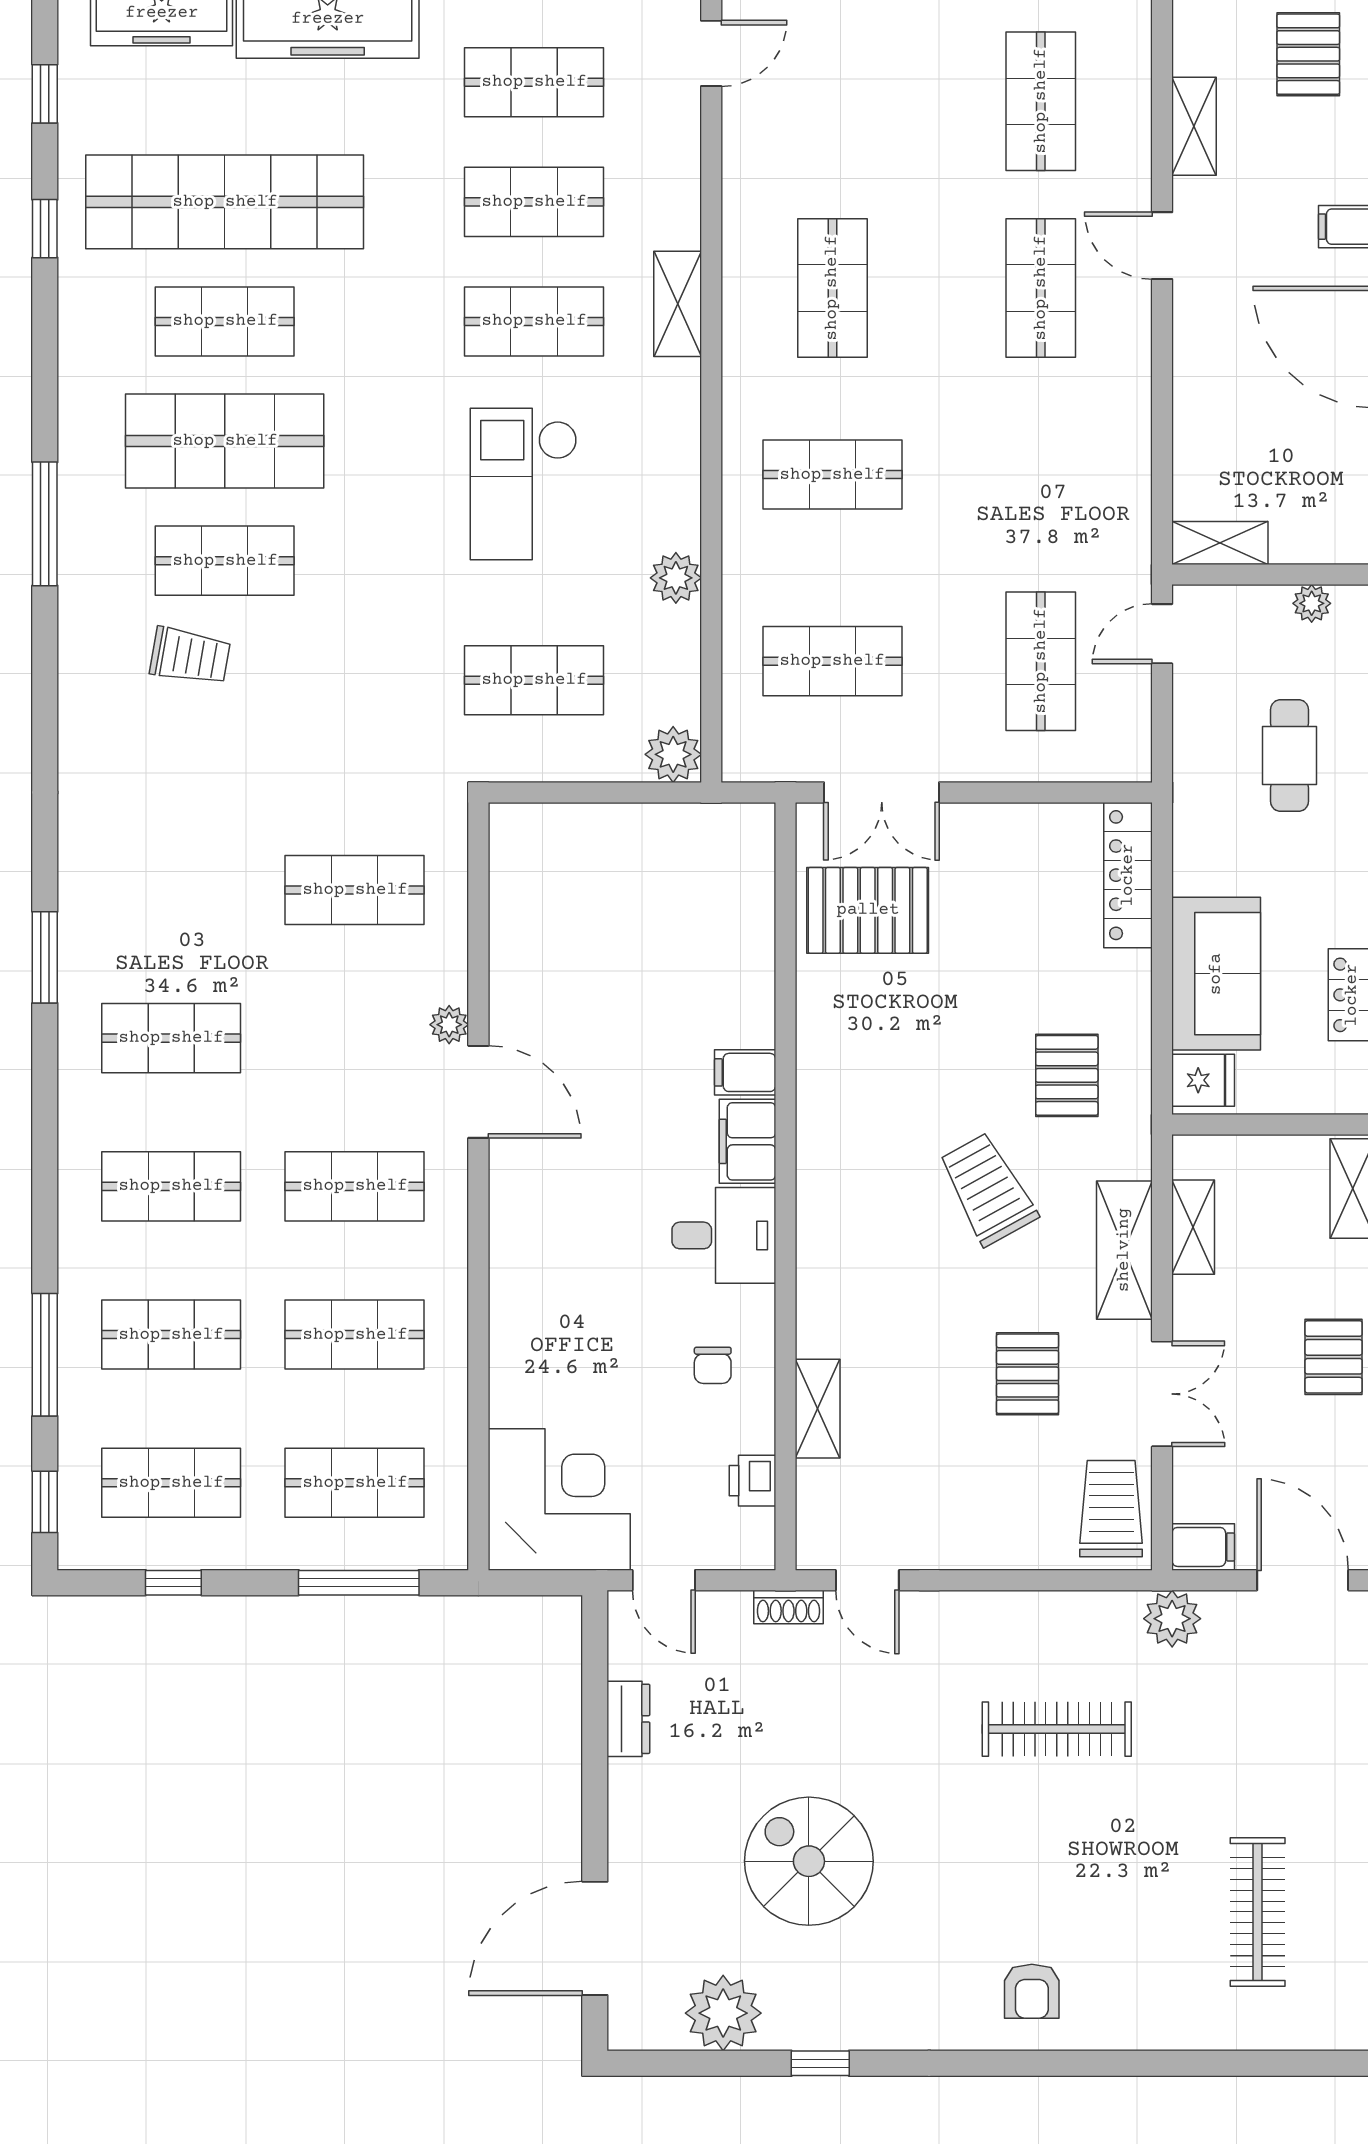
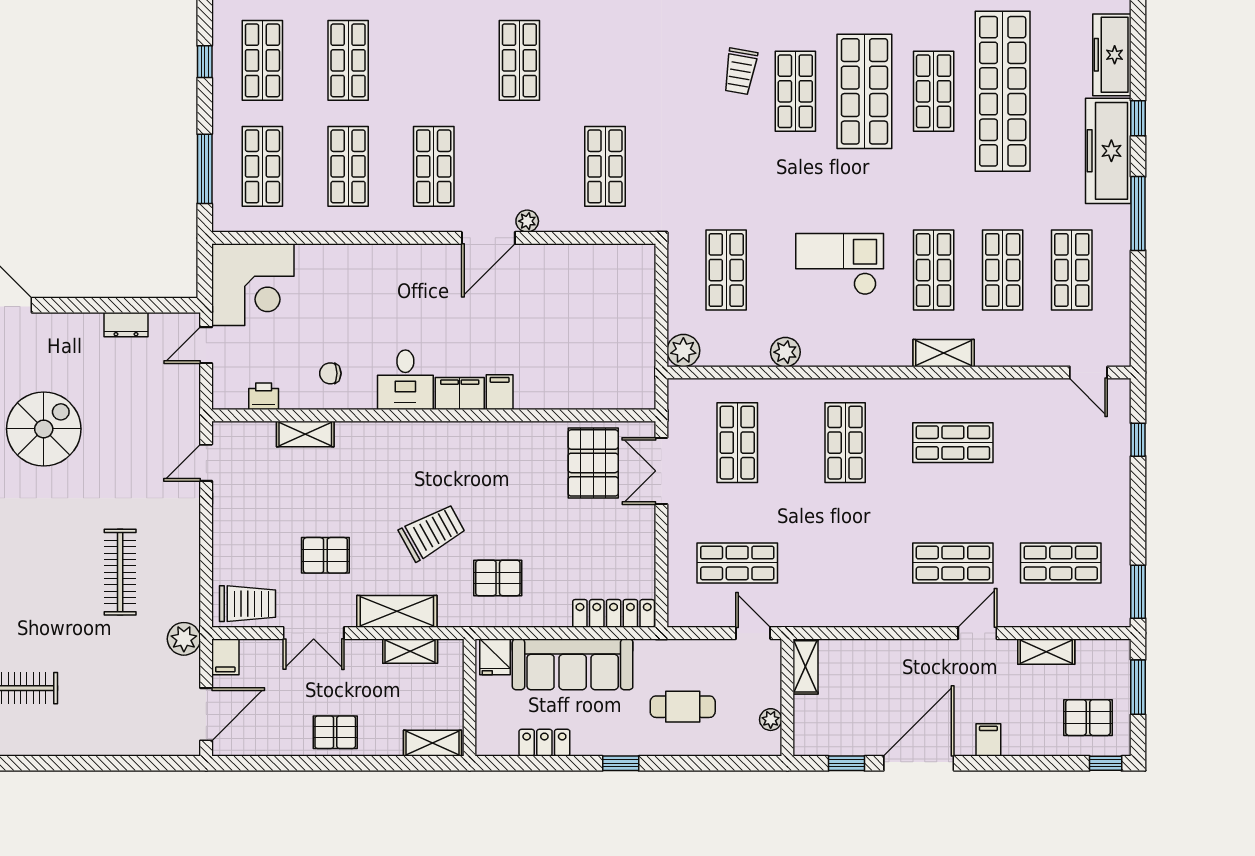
sofa: (1216, 974) -> (573, 664), width x1.36
shop shelf: (171, 1186) -> (434, 60), removed
shoe rack: (788, 1607) -> (191, 417), removed

